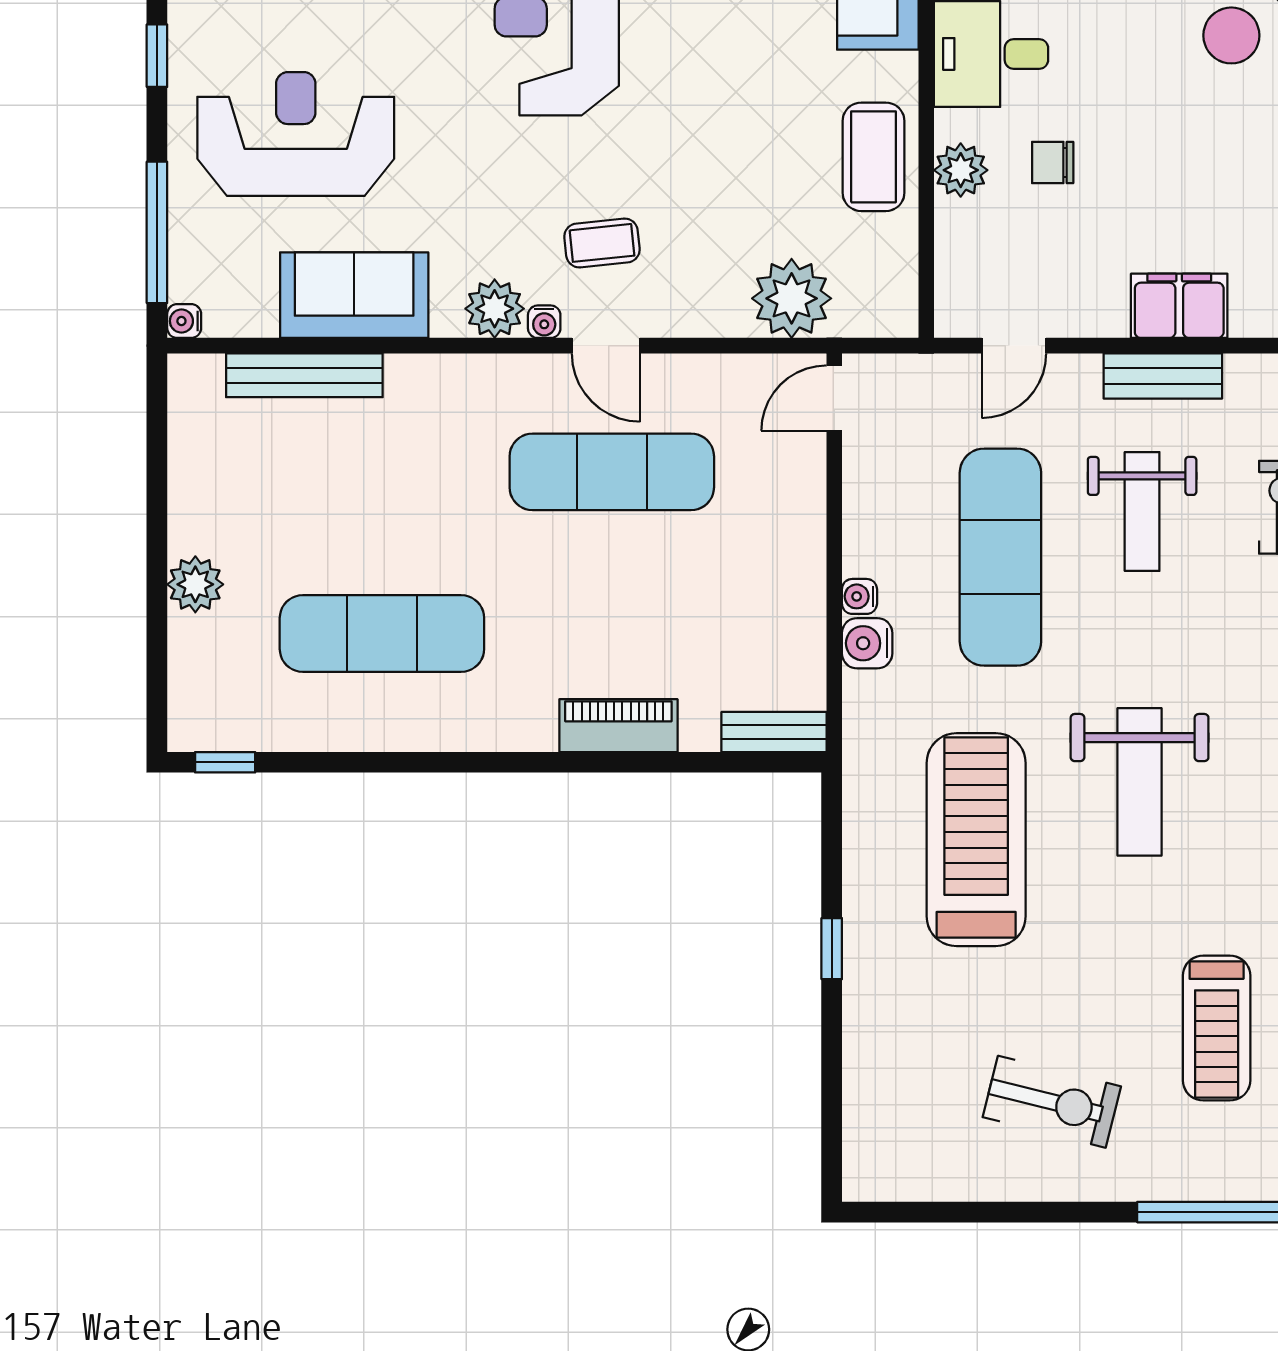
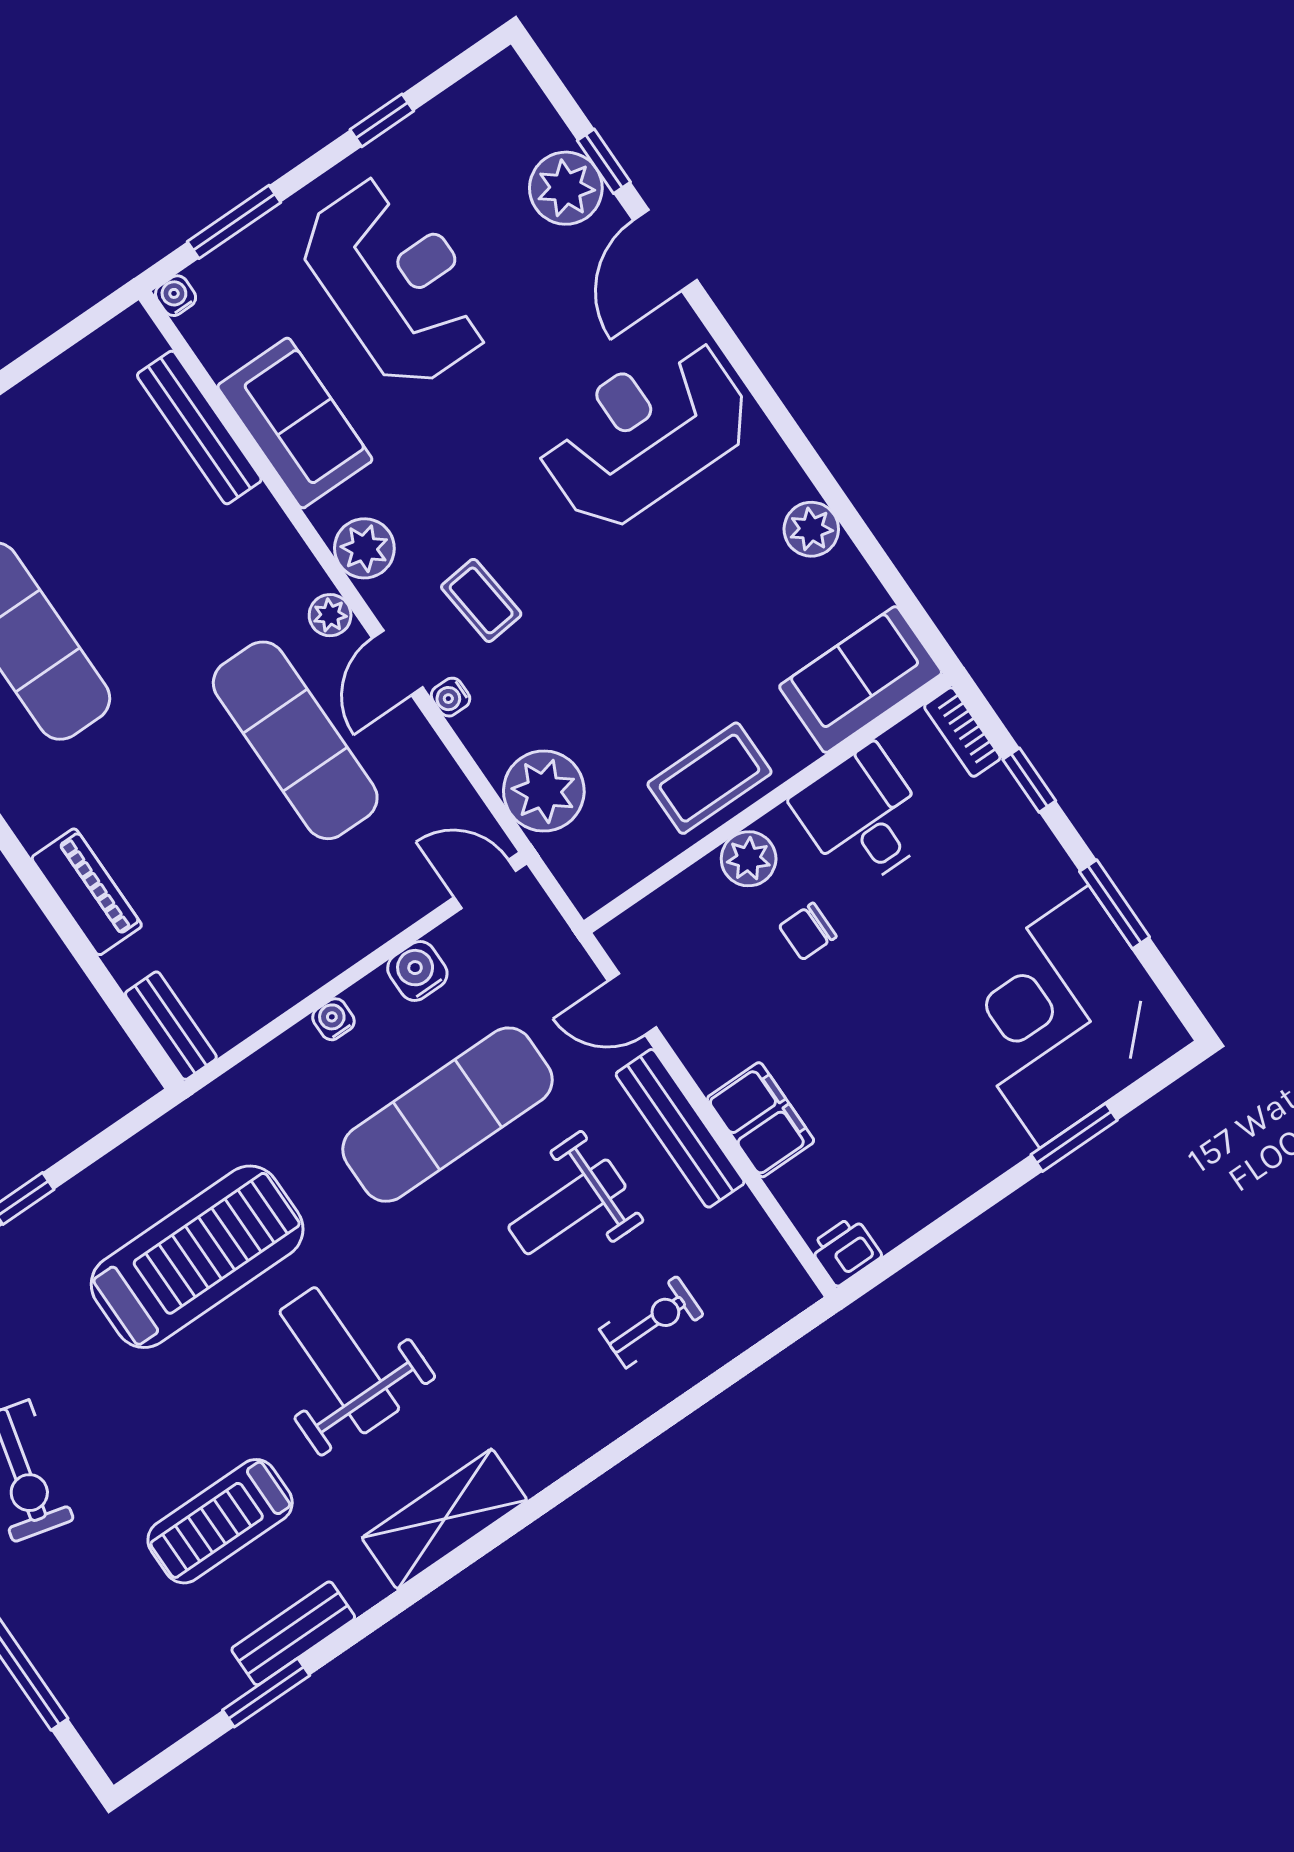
chair: (1053, 162) -> (808, 931), turned -90
window: (157, 232) -> (234, 222), width x0.69
water cooler: (544, 322) -> (451, 697), moved
plant: (530, 374) -> (330, 615), added
bench: (1163, 376) -> (680, 1128), width x1.36
water cooler: (867, 643) -> (417, 971), moved
weight bench: (1140, 782) -> (339, 1360), turned 90
treadmill: (1217, 1028) -> (220, 1521), moved

